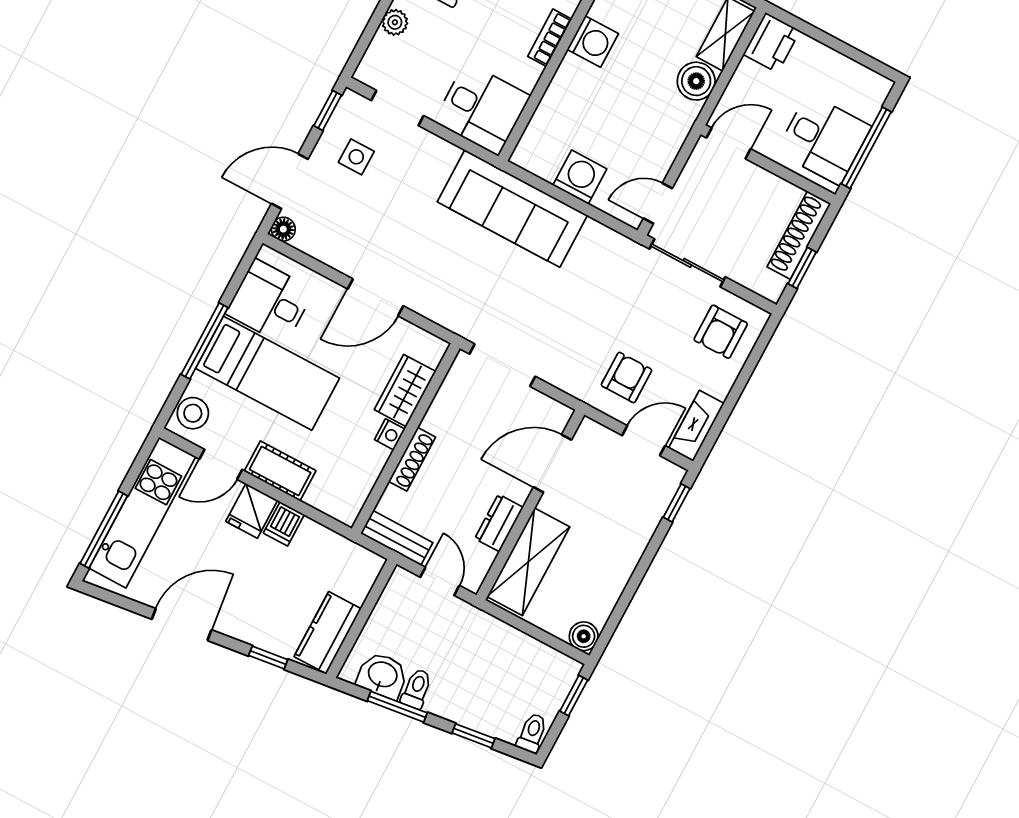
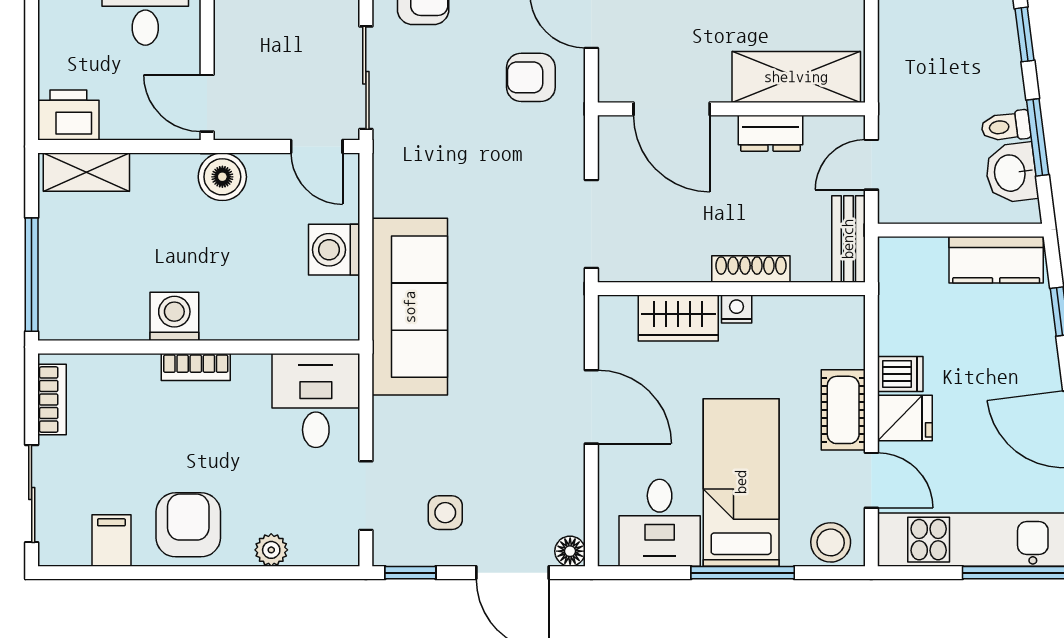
boiler: (696, 81) -> (222, 177), moved

